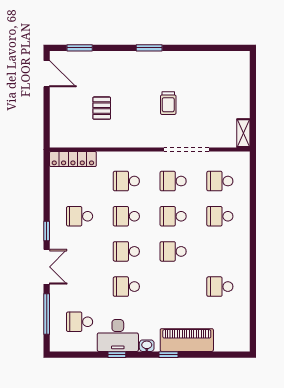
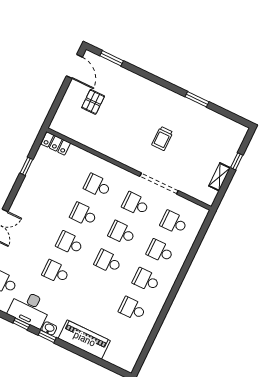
window: (149, 48) -> (197, 99), moved
window: (253, 90) -> (237, 161), added
pallet: (102, 108) -> (93, 102), moved
shelving: (243, 133) -> (220, 177), moved
locker: (73, 159) -> (56, 143), width x0.66
school desk: (80, 216) -> (146, 280), moved
window: (47, 231) -> (26, 166), moved
window: (168, 355) -> (47, 336), moved

